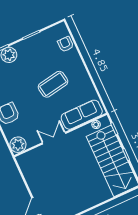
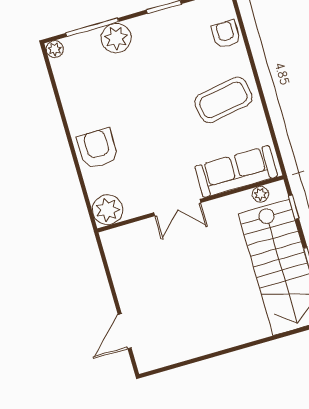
coffee table: (53, 84) -> (223, 100), moved
double door: (54, 138) -> (177, 208), swing flipped

